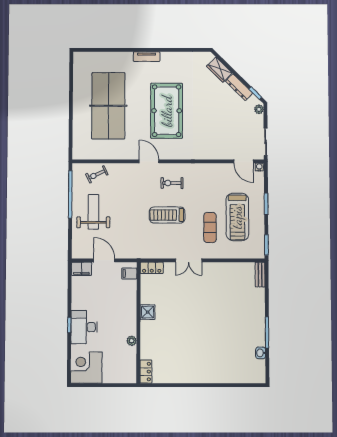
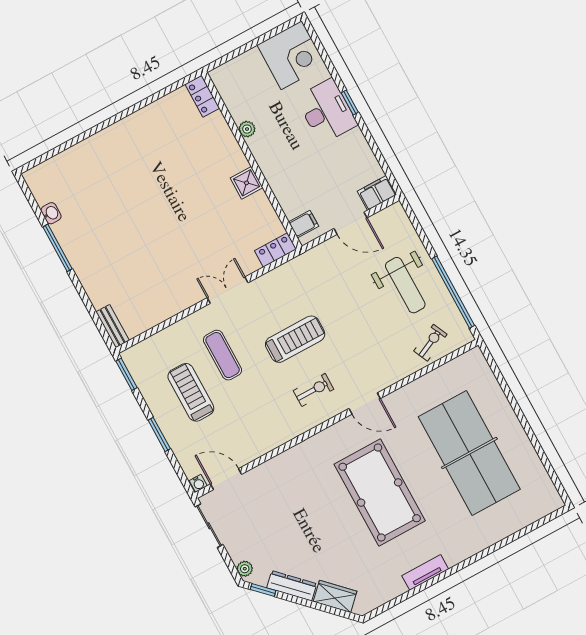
tv unit: (147, 57) -> (425, 572), moved
treadmill: (237, 217) -> (191, 392), width x0.73, depth x0.73

